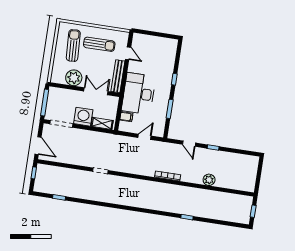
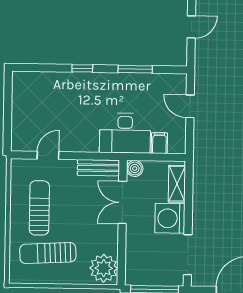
bench: (118, 76) -> (98, 168), width x0.73
plant: (74, 78) -> (104, 268), moved
desk: (139, 94) -> (125, 133), width x0.73, depth x0.77
boiler: (114, 101) -> (135, 168), added

